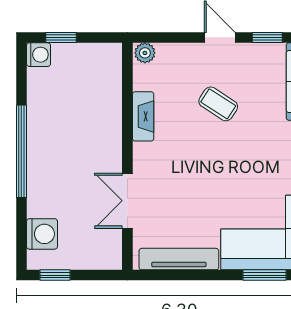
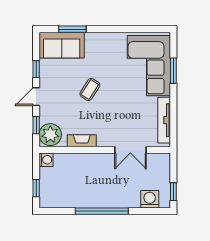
window: (170, 37) -> (36, 125), added
plant: (145, 53) -> (50, 135), width x1.87, depth x1.87
washing machine: (39, 55) -> (46, 160), moved, turned 90
coffee table: (218, 104) -> (90, 89), moved

